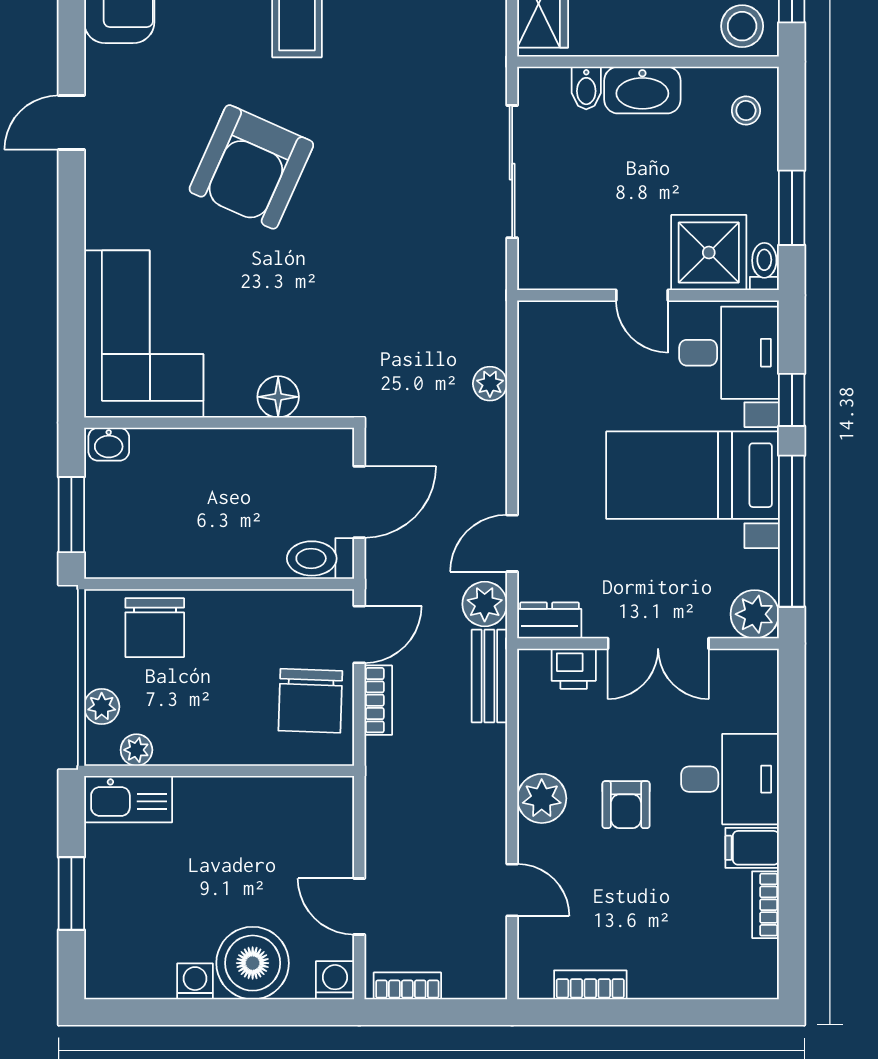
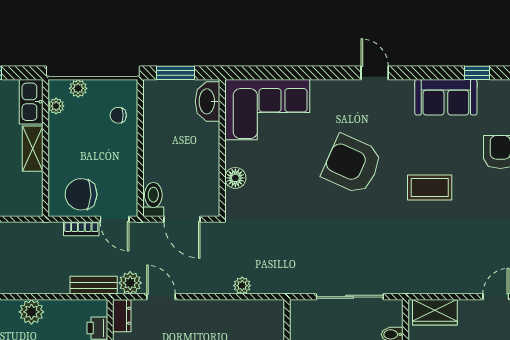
washbasin: (109, 444) -> (208, 101), width x1.91, depth x1.45
chair: (155, 628) -> (118, 115), width x0.54, depth x0.54
shelving: (220, 796) -> (33, 149), added

